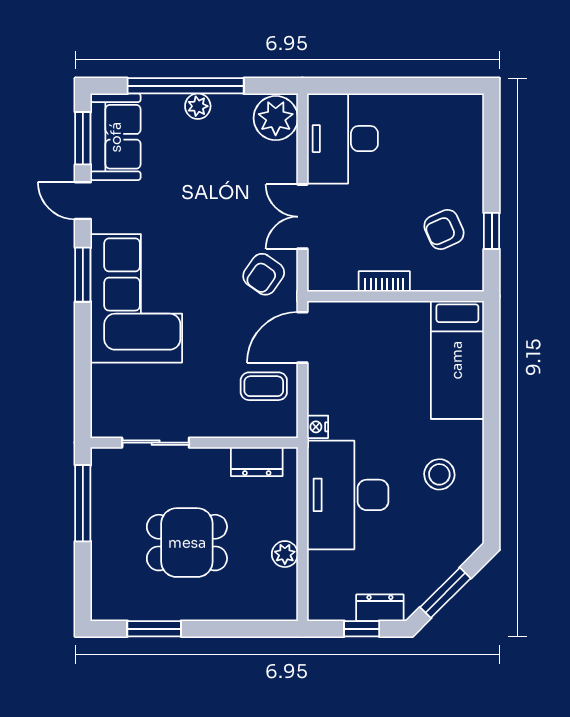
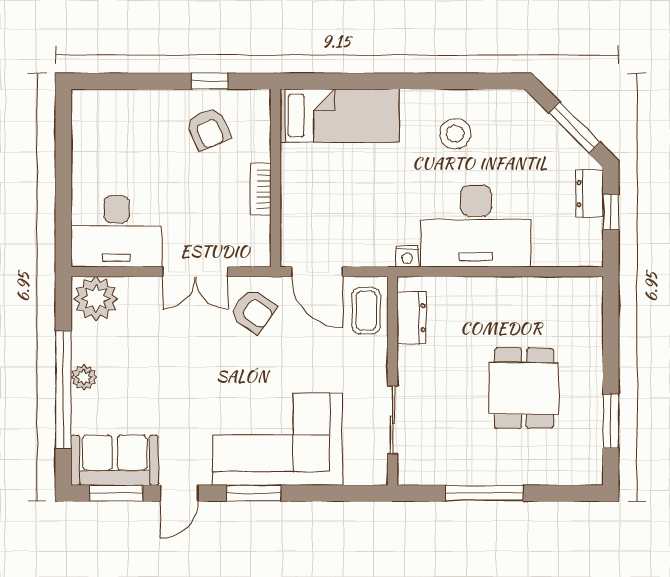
sliding door: (156, 443) -> (392, 420), moved
wall: (194, 443) -> (392, 381), moved
dresser: (257, 462) -> (412, 318), moved
plant: (285, 554) -> (535, 290), removed

